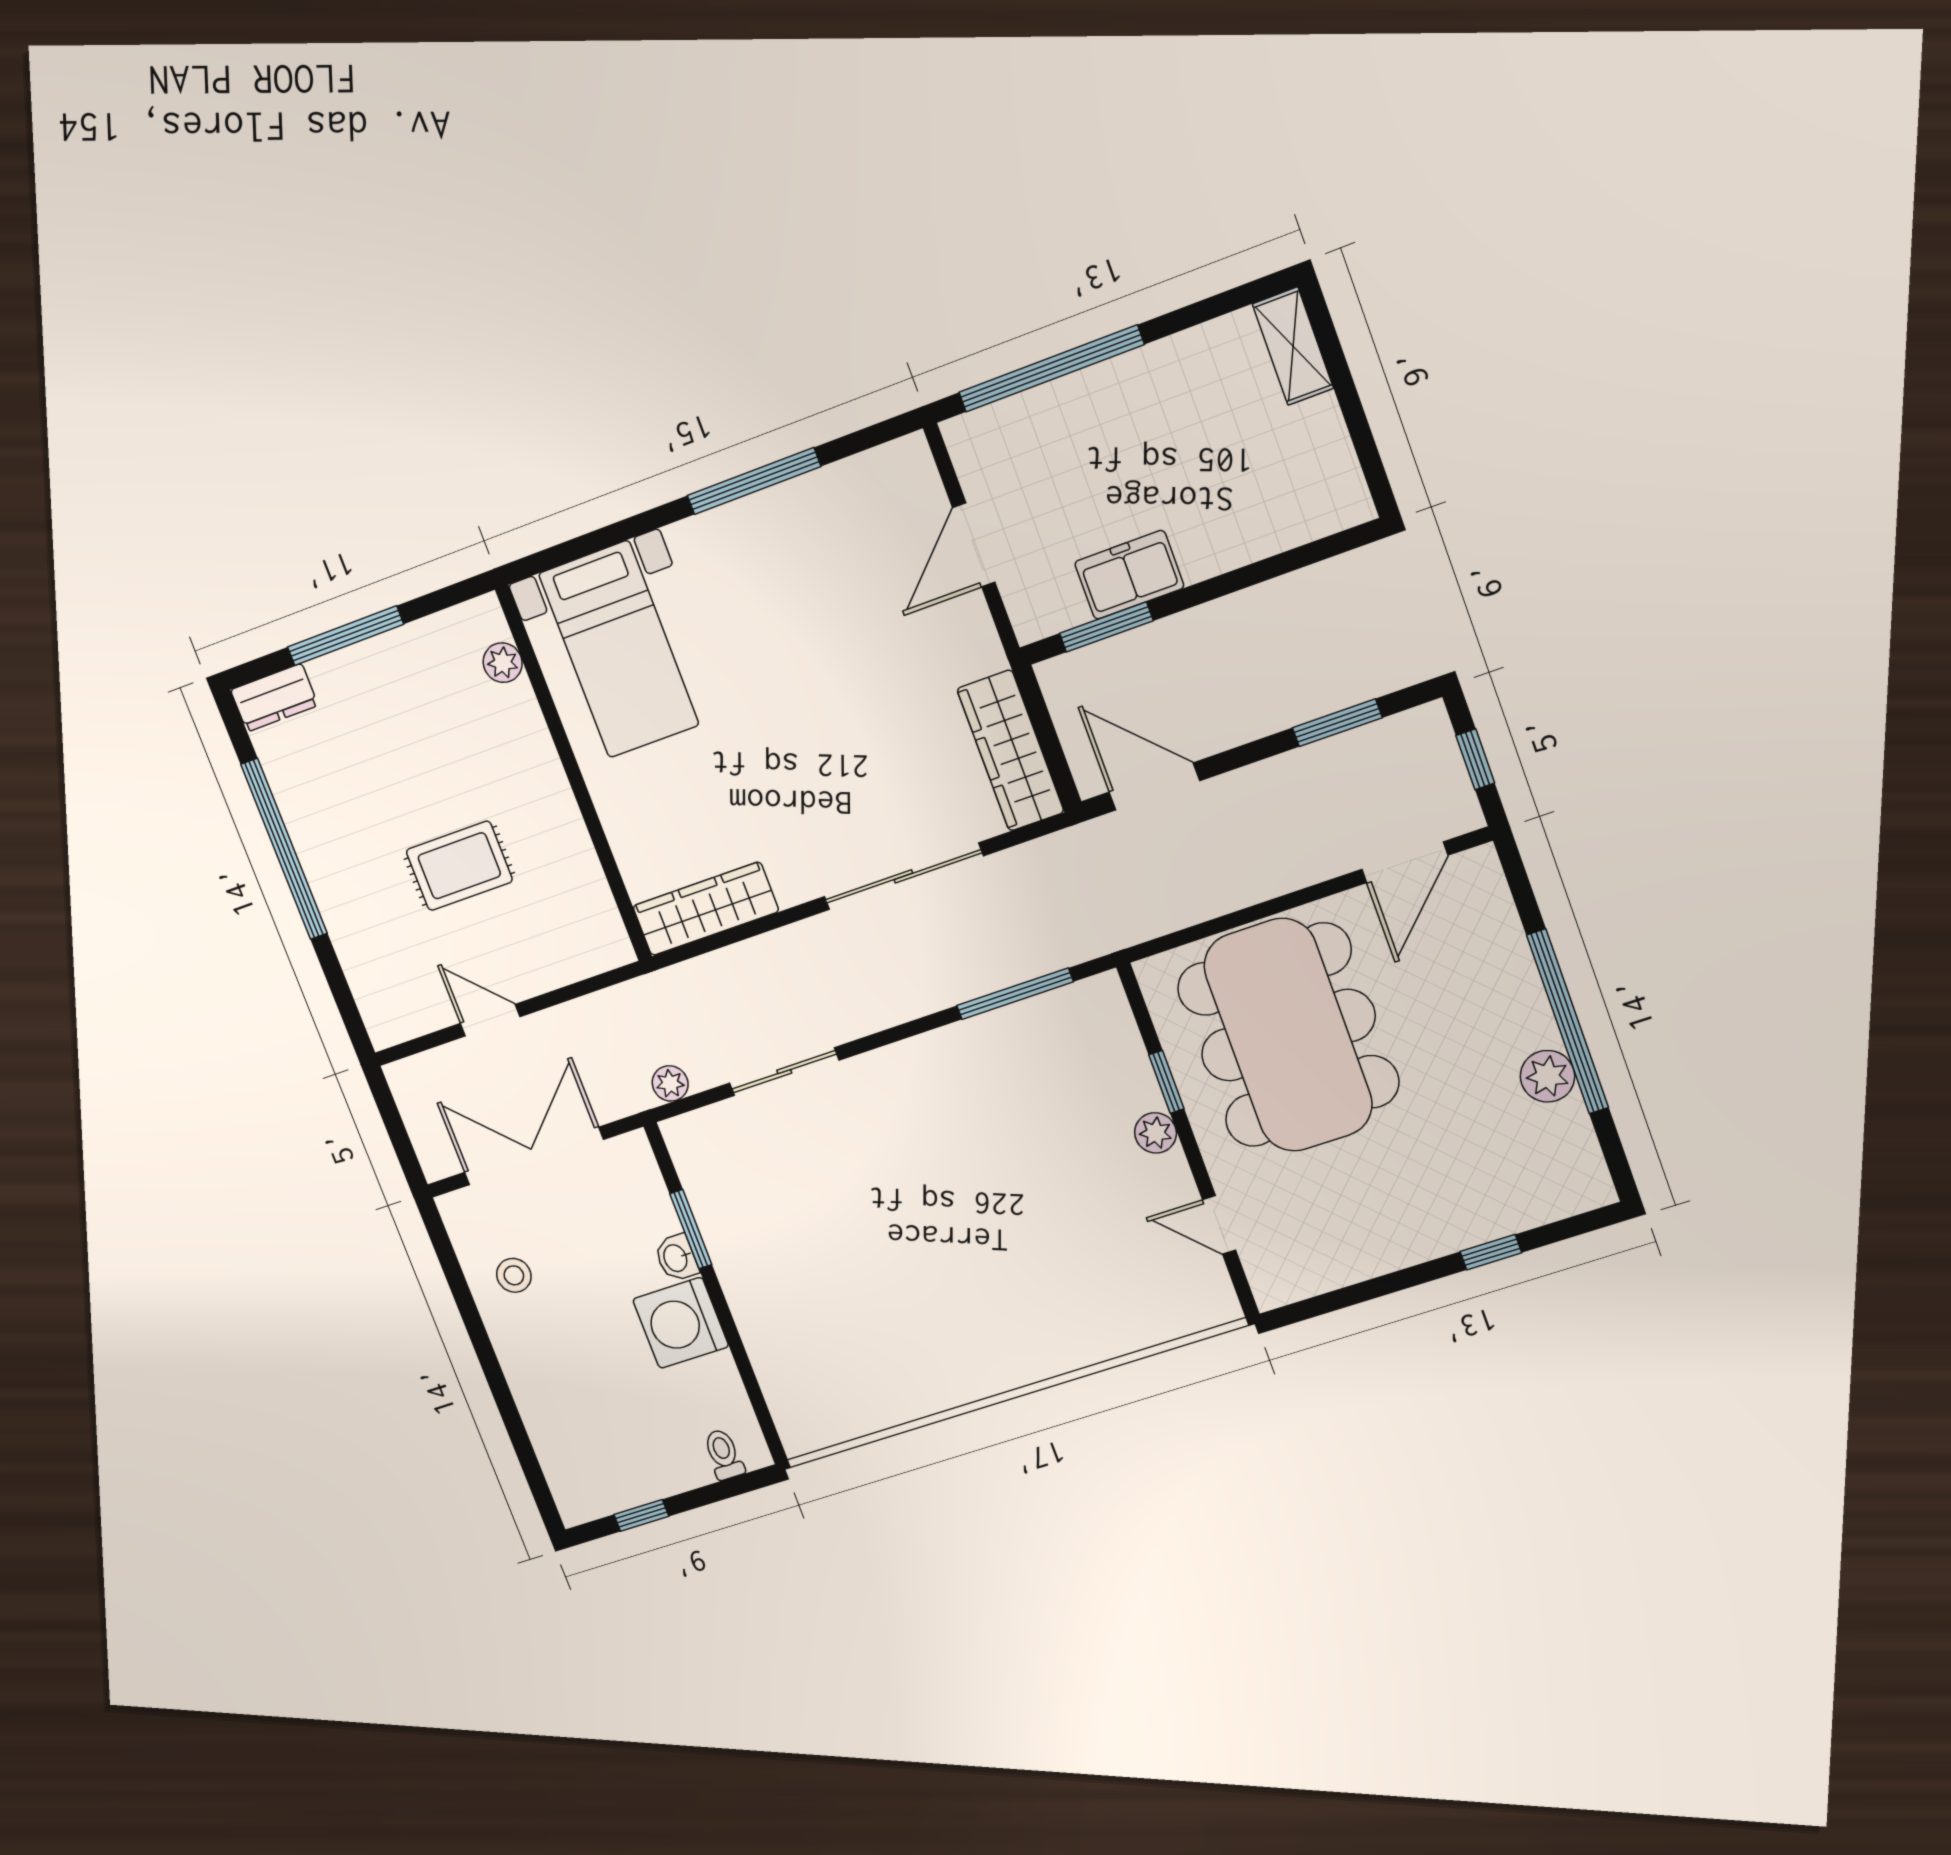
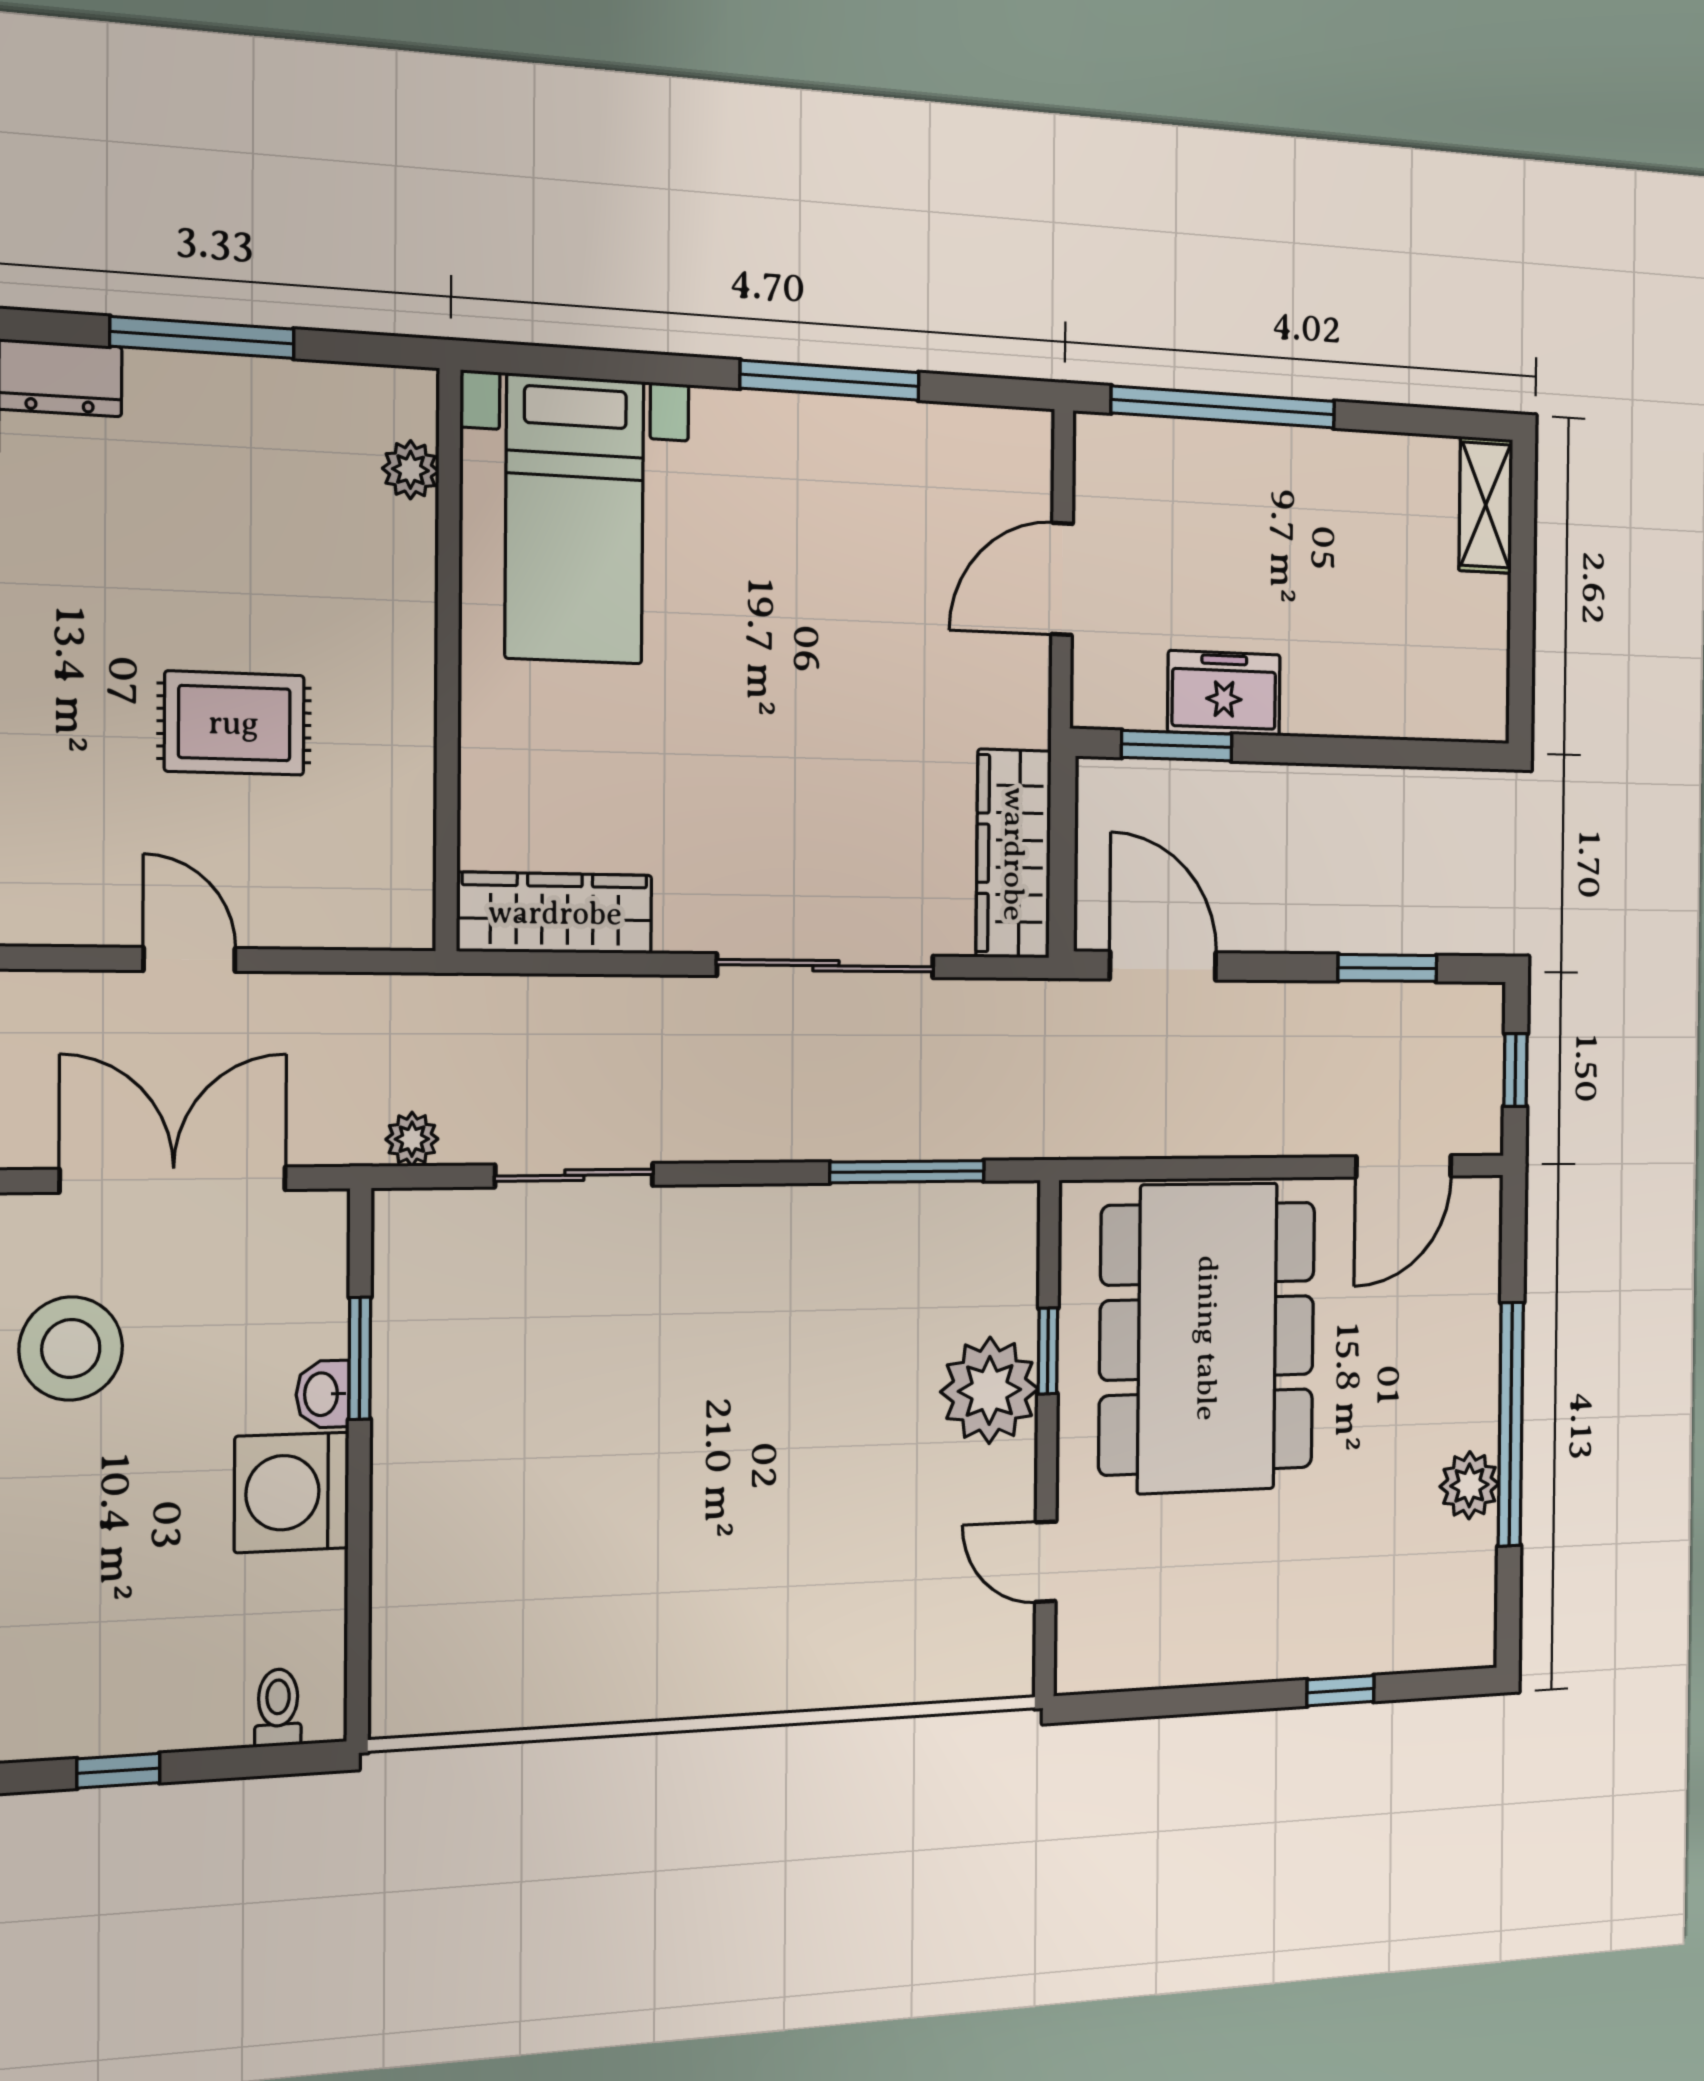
plant: (1155, 1133) -> (990, 1390), width x1.88, depth x1.88
stool: (514, 1275) -> (71, 1348), width x1.89, depth x1.89

